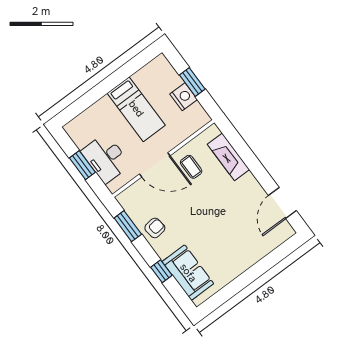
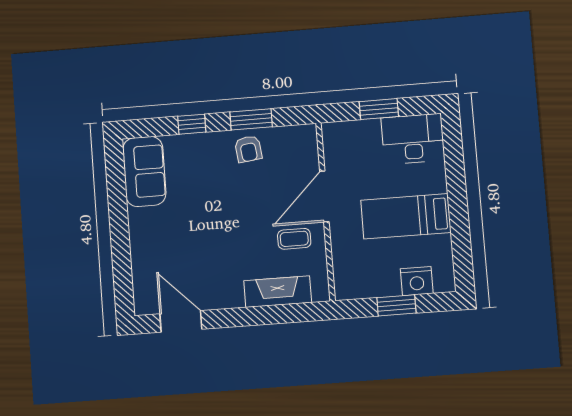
nightstand: (184, 97) -> (417, 281), moved
desk: (106, 158) -> (413, 139), moved
window: (128, 226) -> (251, 119), moved
sofa: (188, 273) -> (144, 172), moved, turned -90

